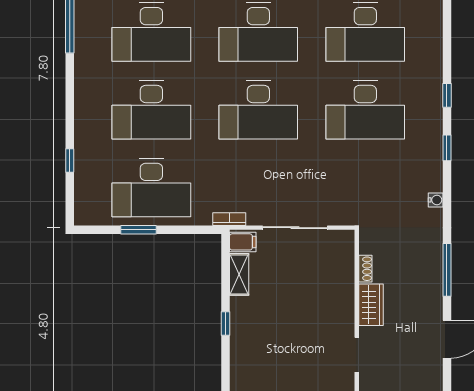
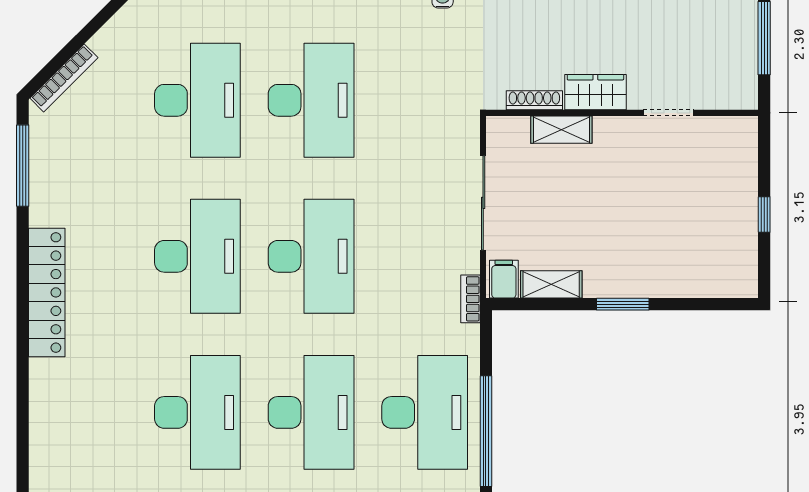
window: (139, 230) -> (486, 431), width x2.11
shoe rack: (365, 269) -> (534, 100), width x1.43
shelving: (345, 281) -> (561, 130), added
window: (226, 324) -> (623, 304), width x1.50

